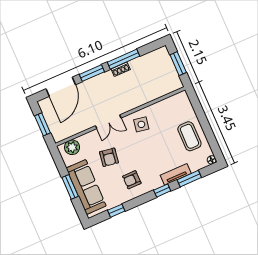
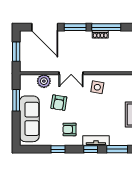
door: (61, 87) -> (45, 27), hinge flipped
plant: (72, 147) -> (44, 81), moved
tv unit: (176, 174) -> (96, 141), moved
window: (70, 187) -> (16, 100), moved
window: (116, 211) -> (58, 149), moved

